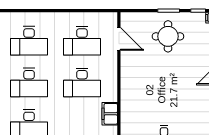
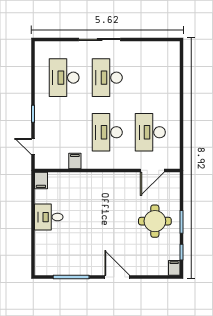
desk: (29, 41) -> (150, 78), removed
filing cabinet: (110, 114) -> (75, 161), width x0.50

